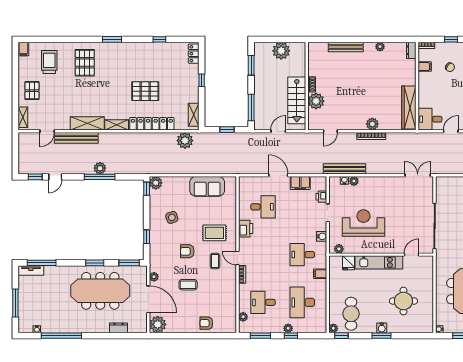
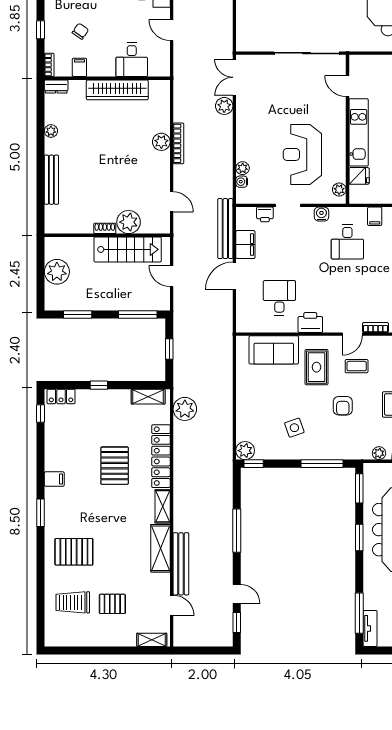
window: (159, 39) -> (41, 413), moved
filing cabinet: (23, 49) -> (54, 479), moved
pallet: (32, 91) -> (112, 604), moved
wardrobe: (409, 108) -> (117, 90), moved
desk: (430, 119) -> (132, 60), moved
plant: (100, 168) -> (224, 106), moved
bench: (345, 169) -> (225, 229), moved
sofa: (207, 186) -> (274, 350), moved, turned 90
window: (147, 237) -> (322, 464), width x2.17

